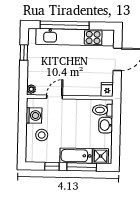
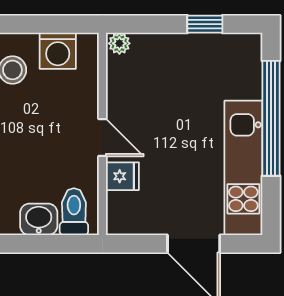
kitchen unit: (75, 37) -> (243, 168), width x0.73
fridge: (107, 89) -> (122, 176), moved
door: (55, 97) -> (102, 138), moved

